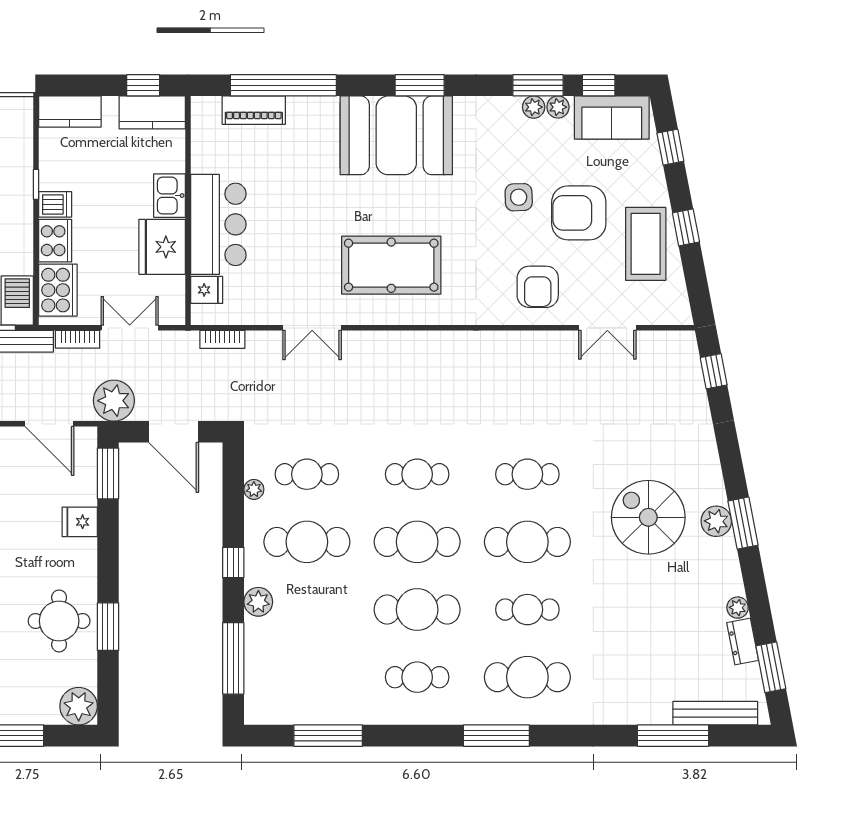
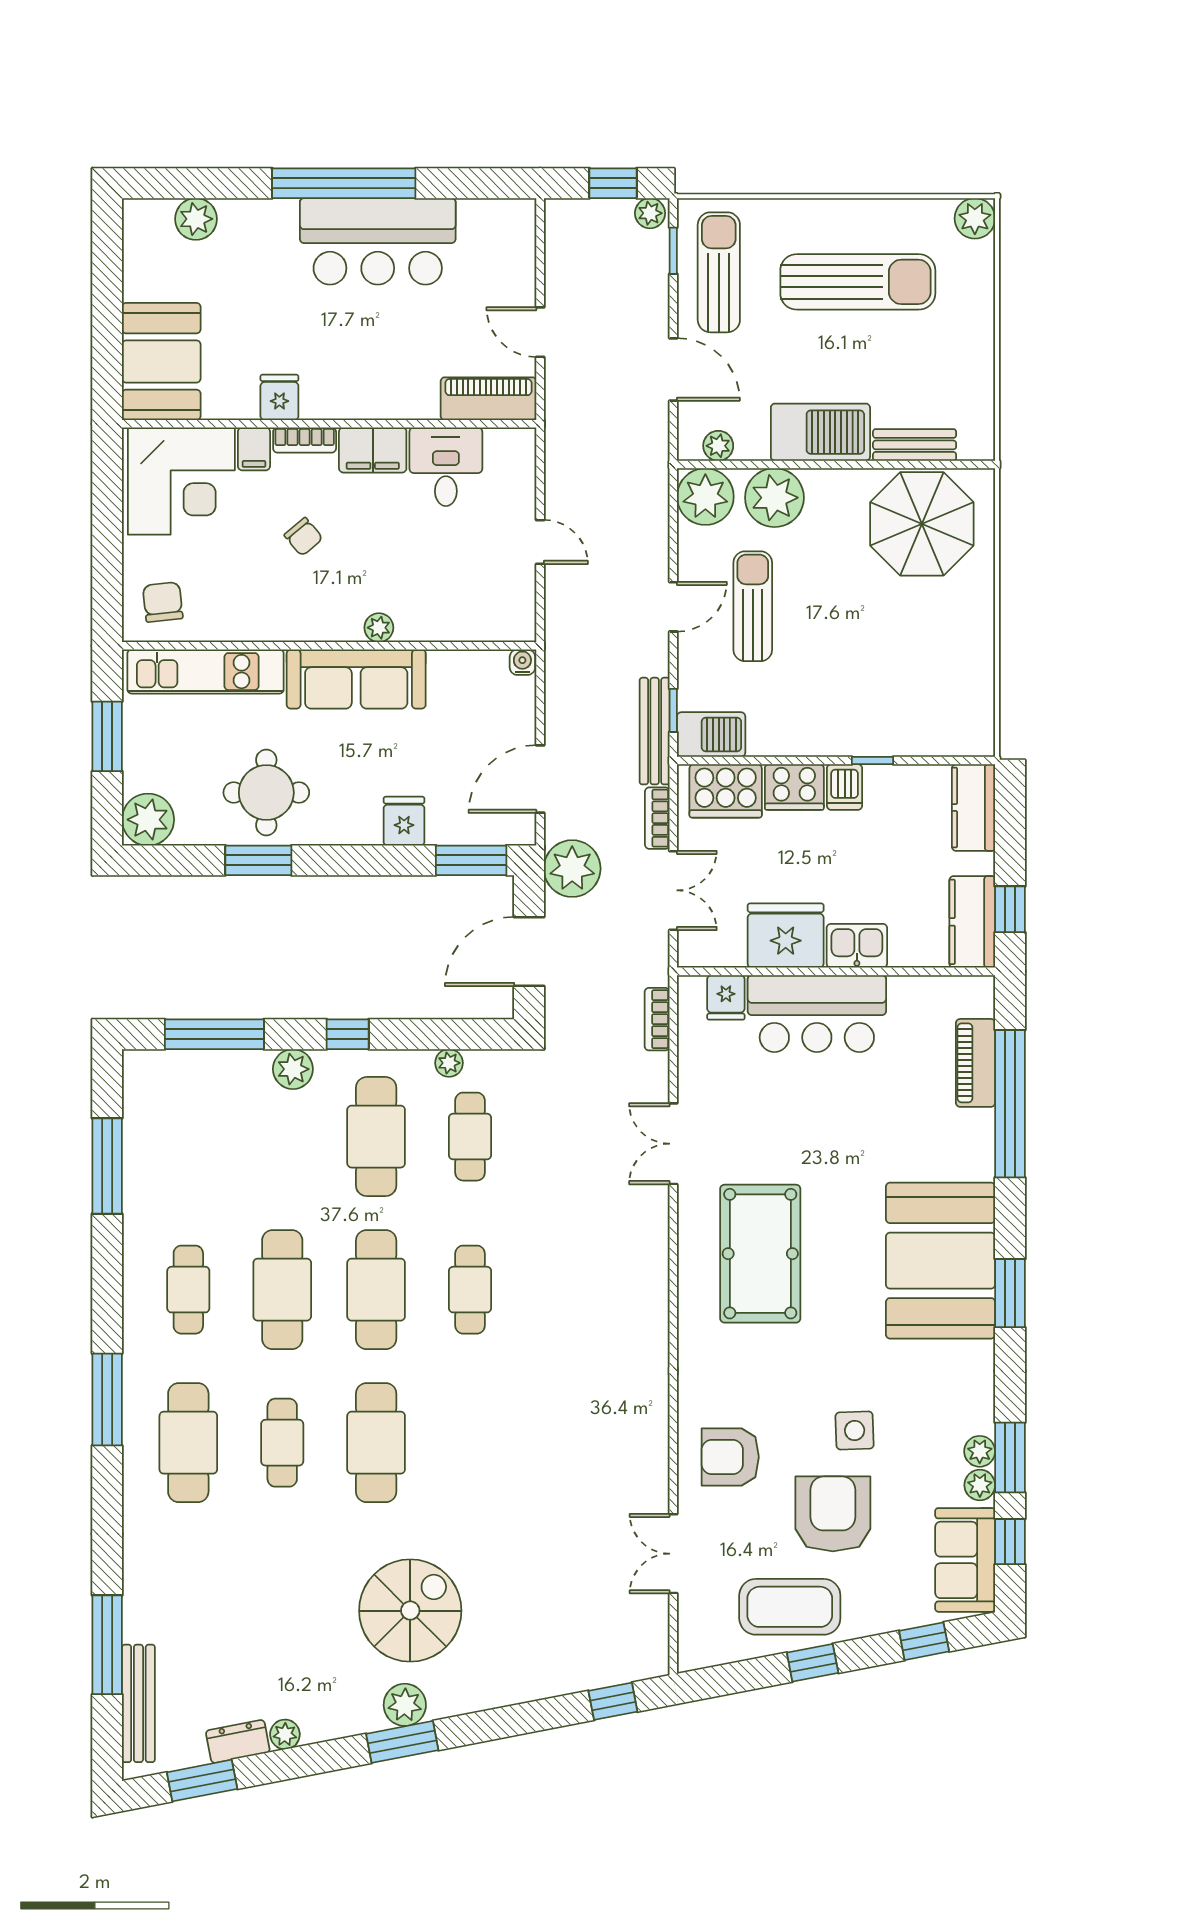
cafe table: (527, 474) -> (470, 1443), removed

